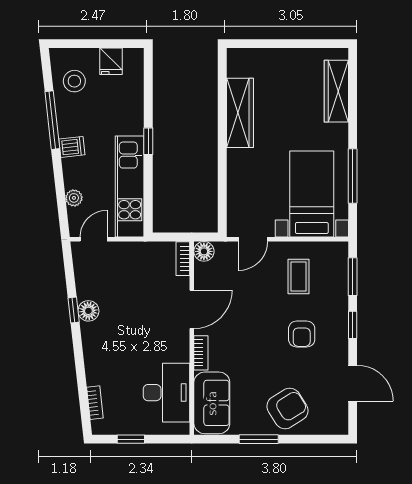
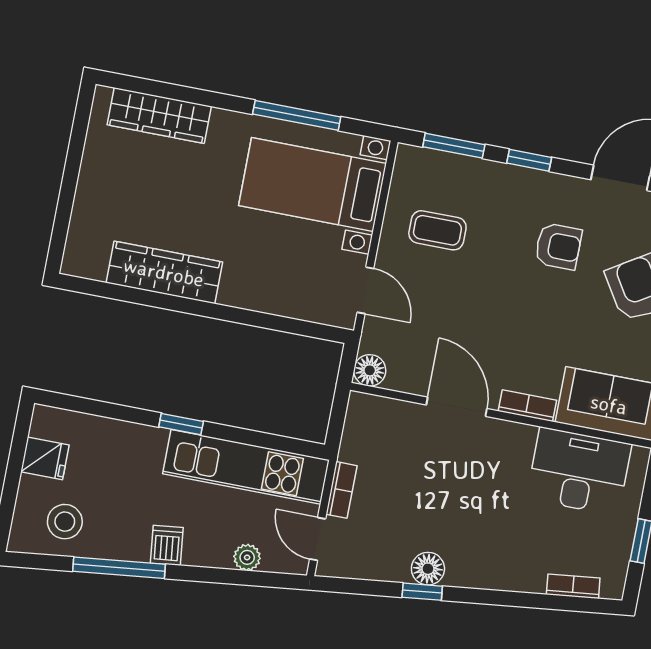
bookcase: (183, 259) -> (342, 490), moved, turned -90
armchair: (302, 334) -> (558, 246), moved

